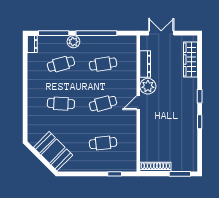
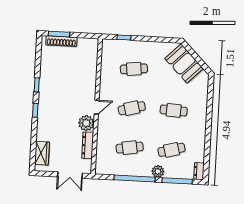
wardrobe: (190, 59) -> (42, 153), width x0.67
shoe rack: (155, 167) -> (61, 41), moved

